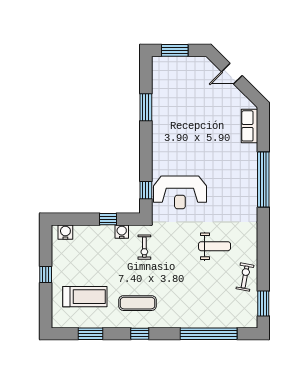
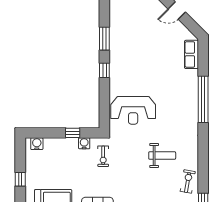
window: (146, 190) -> (104, 70), moved

